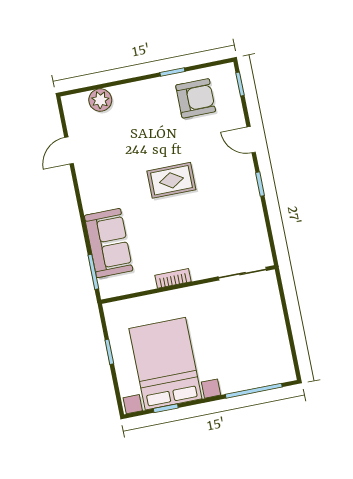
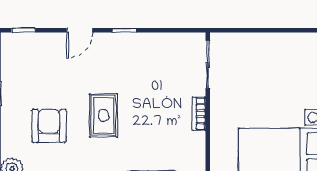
armchair: (196, 98) -> (49, 126), moved
bookcase: (173, 278) -> (199, 114), moved

